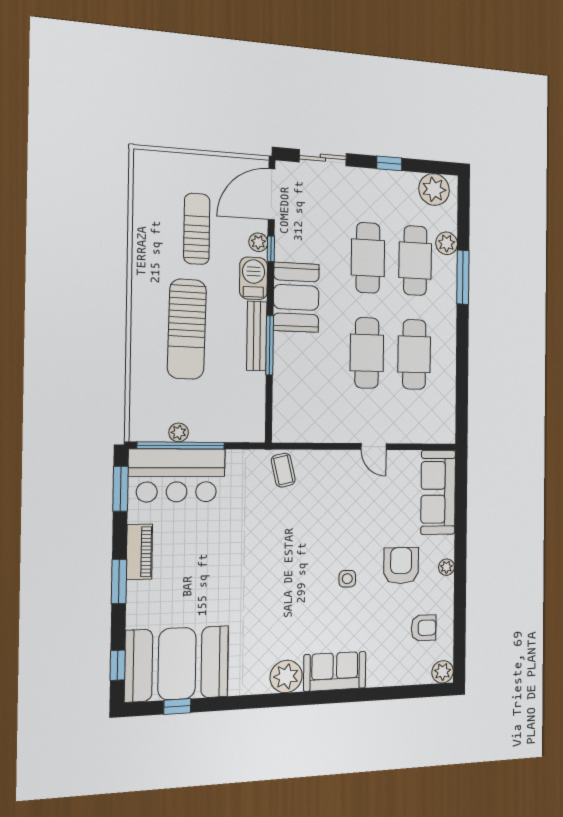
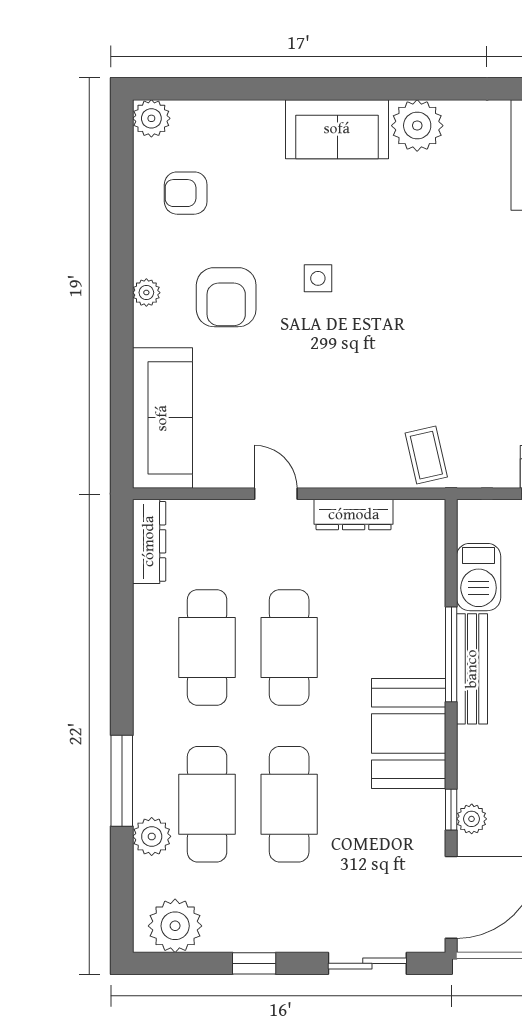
barbecue: (253, 278) -> (479, 577), moved
dresser: (446, 419) -> (149, 541), added
dresser: (328, 433) -> (354, 515), added

